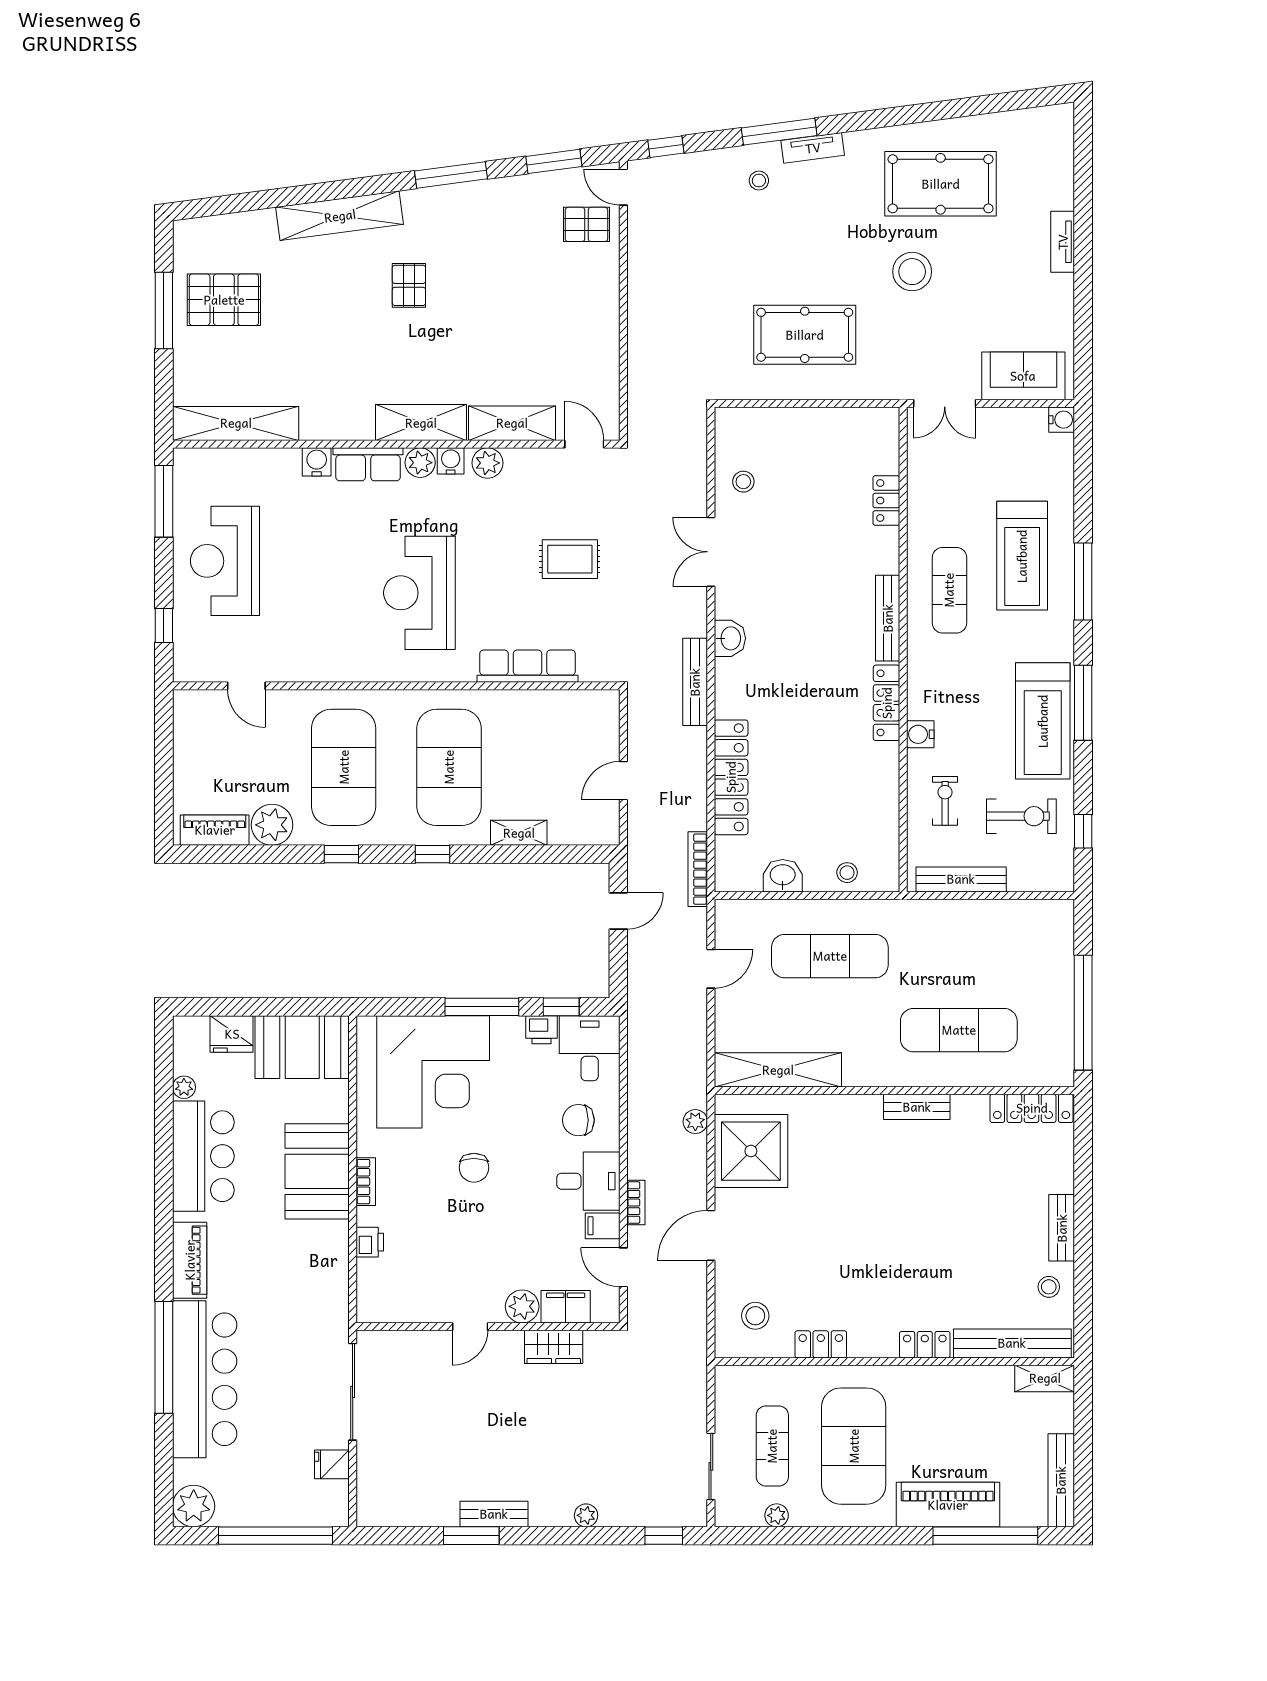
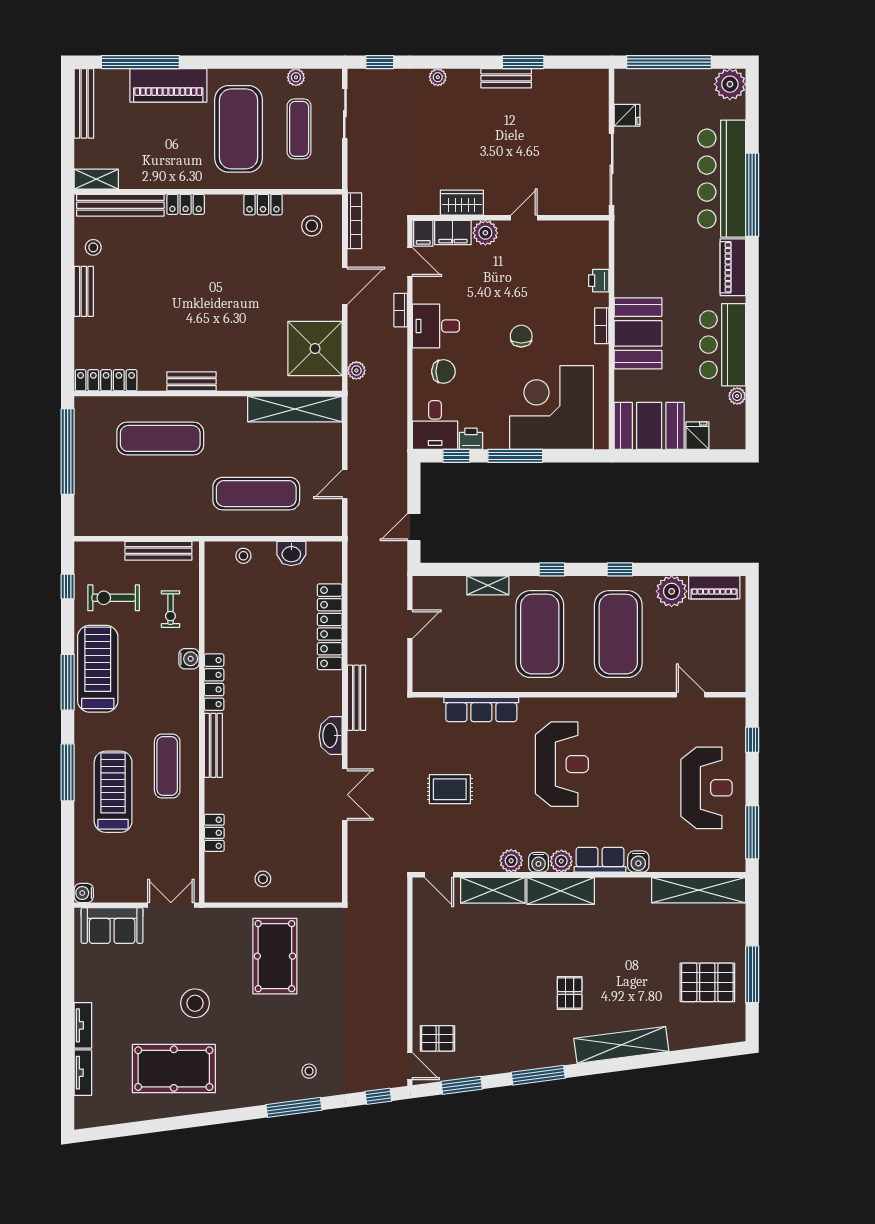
tv unit: (813, 148) -> (83, 1073), moved, turned 98
pool table: (805, 335) -> (275, 956), turned 90
stool: (743, 482) -> (263, 879), moved
washbasin: (730, 638) -> (331, 735), width x1.38
bookcase: (698, 869) -> (355, 221), moved
fridge: (232, 1034) -> (697, 436), width x0.72
filing cabinet: (603, 1226) -> (423, 233), moved, turned 90

